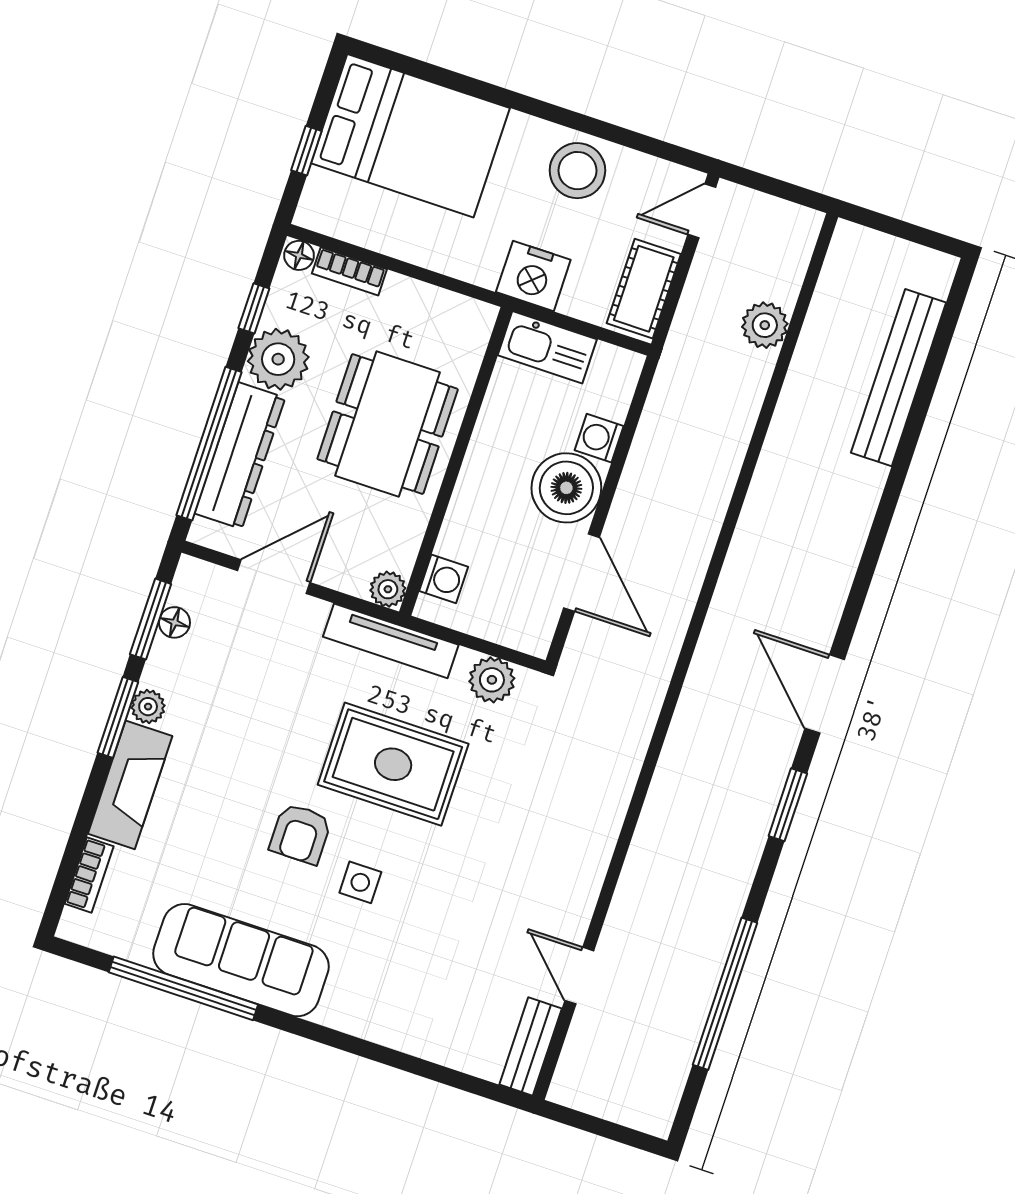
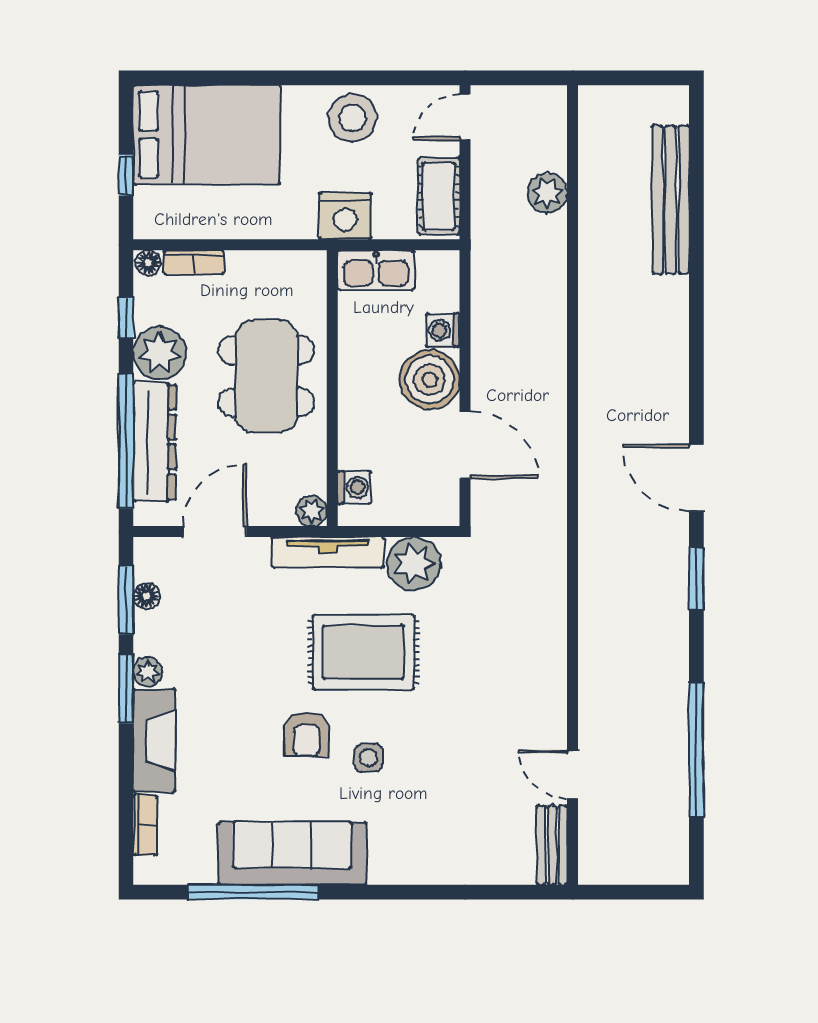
plant: (492, 680) -> (414, 564), width x1.36, depth x1.36

